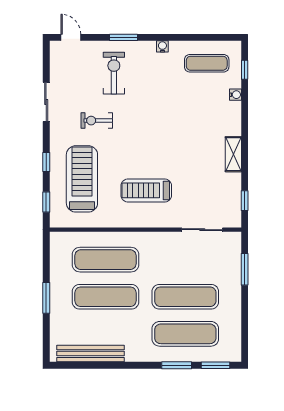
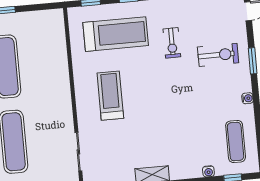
exercise bike: (97, 121) -> (172, 43), turned 180
exercise mat: (105, 260) -> (42, 63), removed

